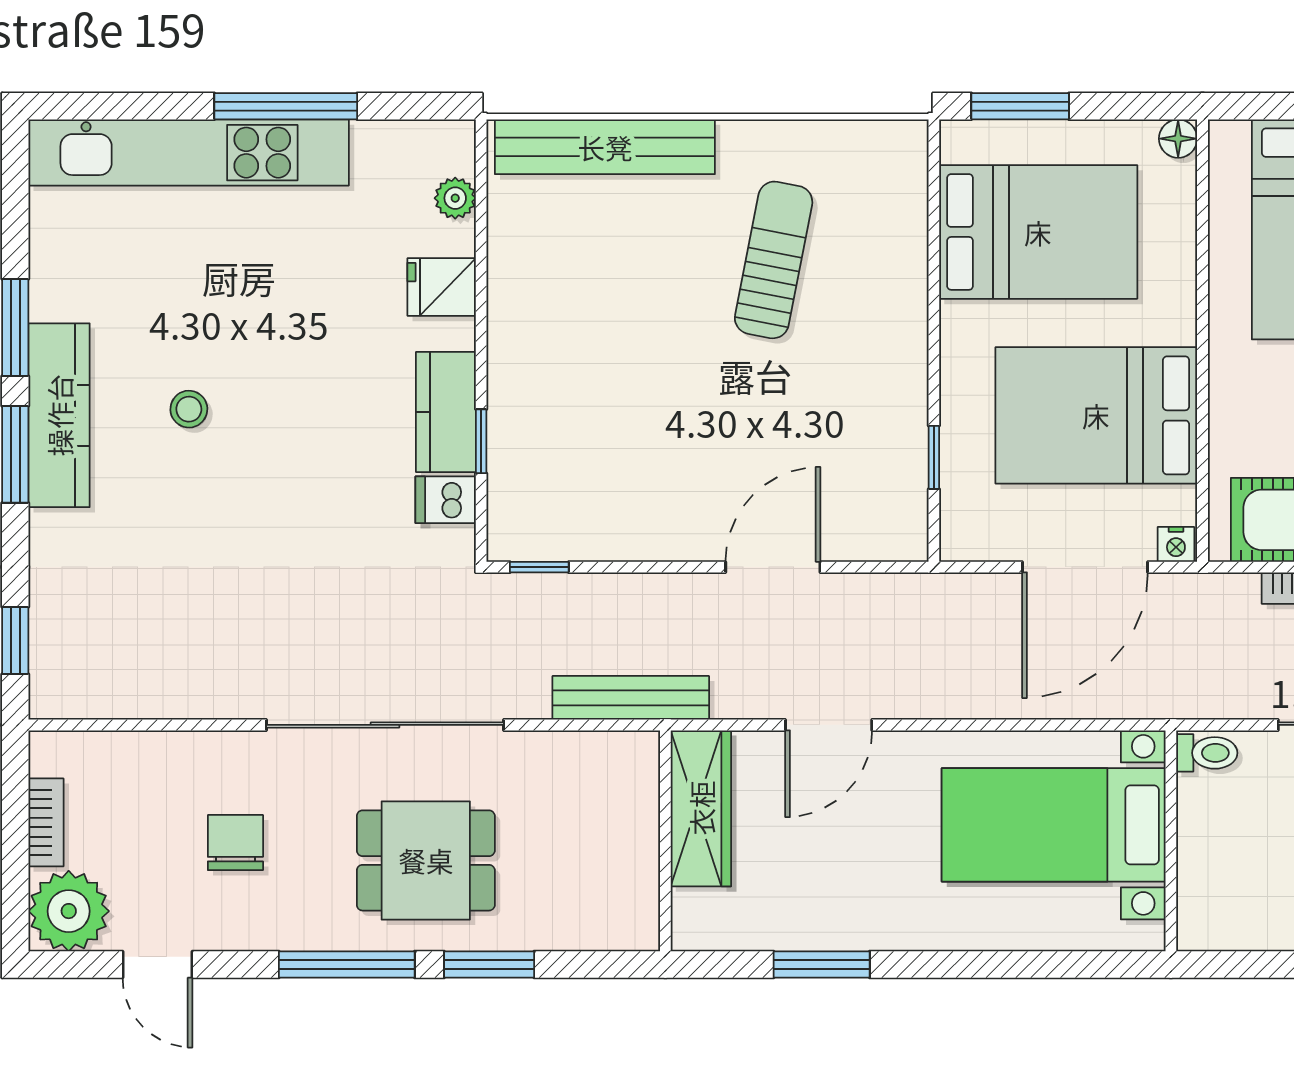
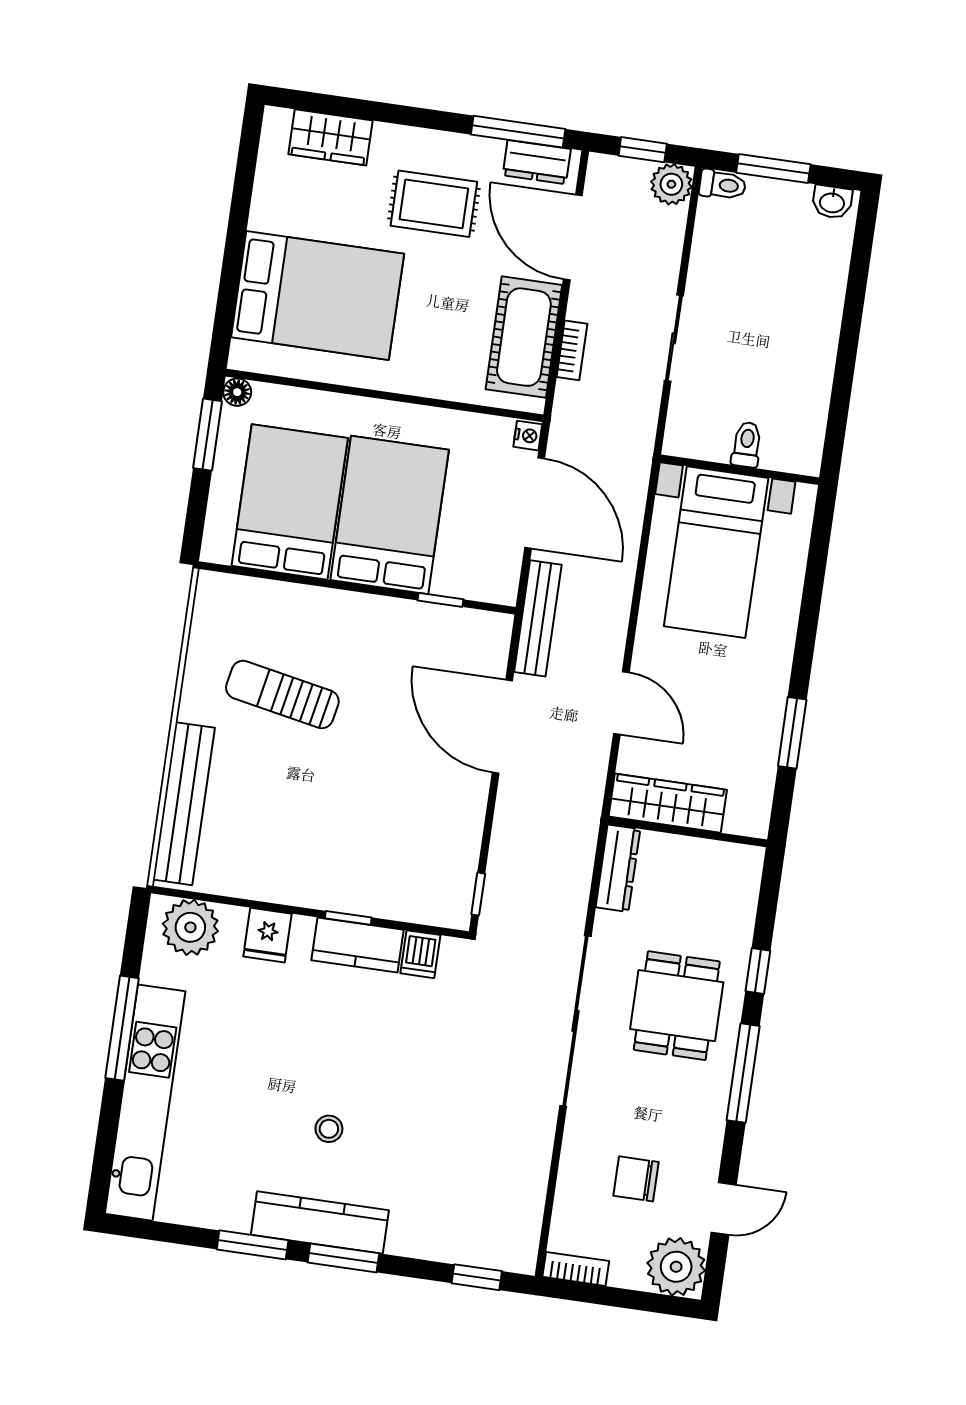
window: (1020, 106) -> (207, 435), moved
plant: (455, 198) -> (190, 927), width x1.87, depth x1.87
bed: (1096, 415) -> (390, 515), moved, turned 180
window: (481, 441) -> (348, 918), moved
door: (773, 567) -> (502, 727), width x1.36
bench: (631, 698) -> (538, 618), moved
dresser: (602, 753) -> (618, 868), added
toilet: (1207, 753) -> (747, 445), moved
bookcase: (46, 822) -> (576, 1269), moved
chair: (235, 843) -> (636, 1179), moved
window: (489, 965) -> (758, 971), width x0.67

